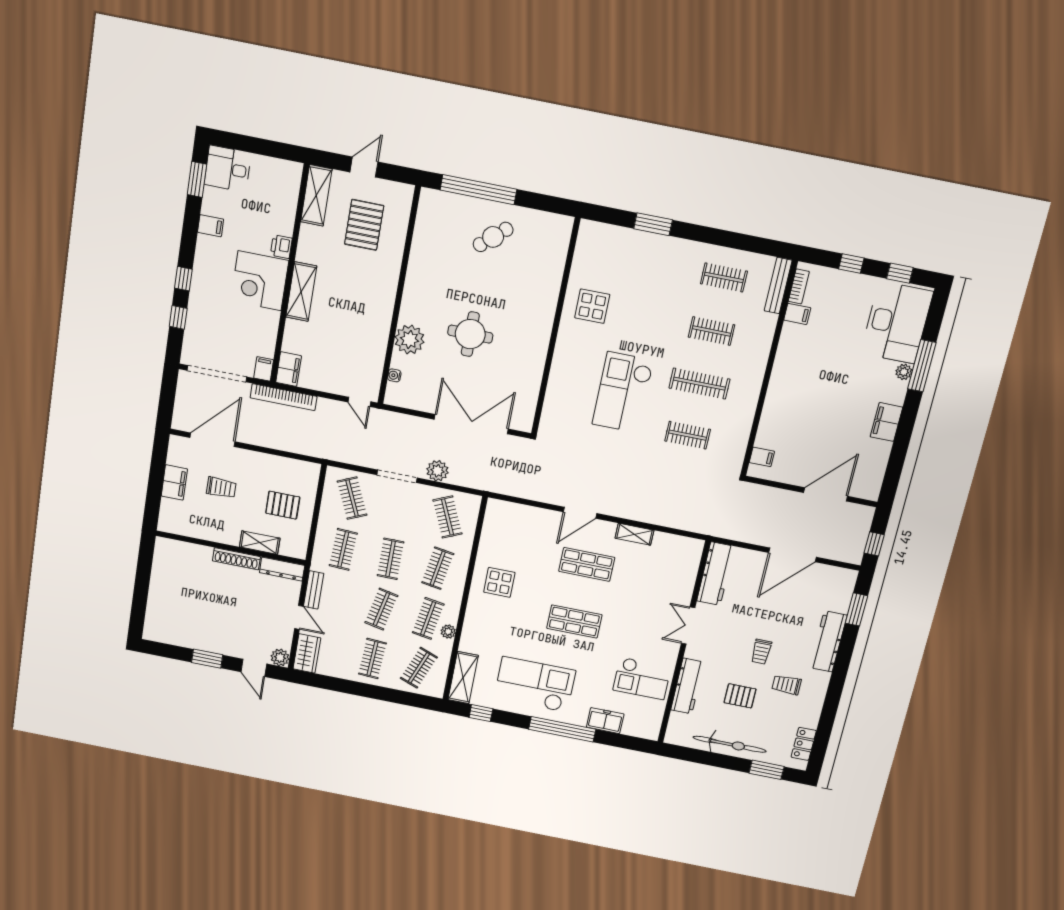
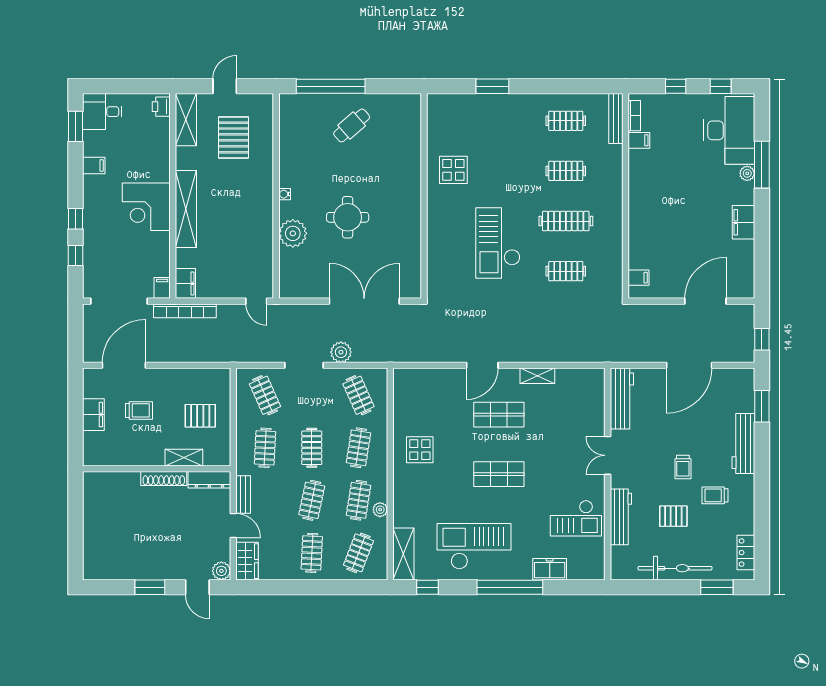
printer: (281, 247) -> (161, 107), moved
shelving: (301, 292) -> (186, 209), width x1.47
water cooler: (394, 375) -> (285, 194), moved

